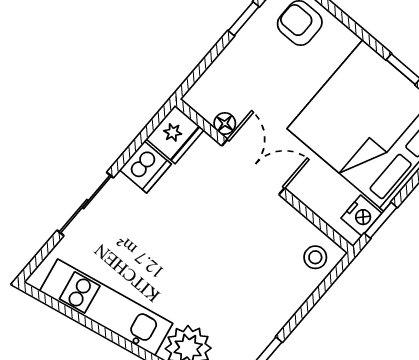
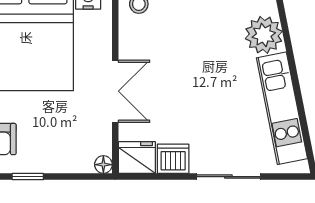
floor lamp: (225, 123) -> (103, 165), moved
double door: (253, 167) -> (115, 91), swing flipped

